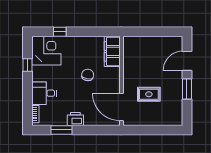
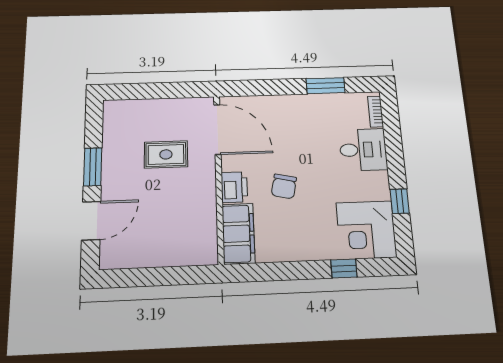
printer: (75, 119) -> (234, 187), moved, turned -90

